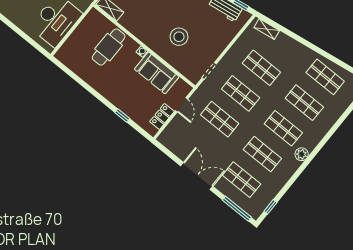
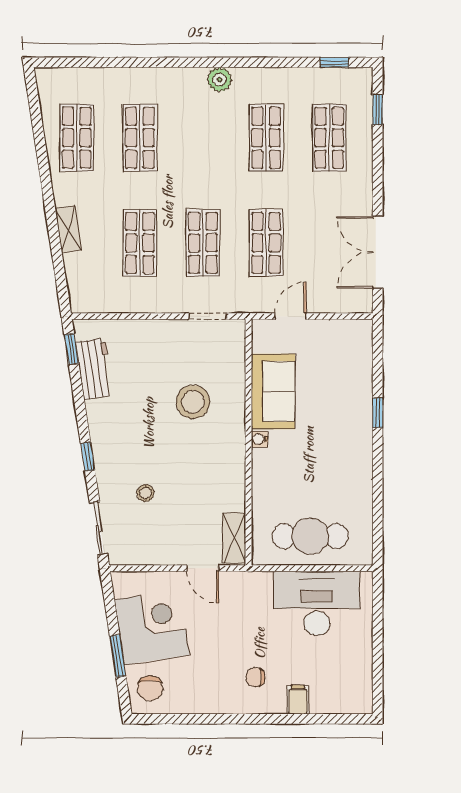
shelving: (267, 29) -> (68, 229), moved
cafe table: (109, 47) -> (310, 536), moved
window: (122, 115) -> (378, 413), moved
locker: (162, 116) -> (331, 331), removed
shop shelf: (283, 128) -> (203, 138), removed
double door: (197, 176) -> (378, 252), moved
window: (237, 209) -> (378, 110), width x0.46

